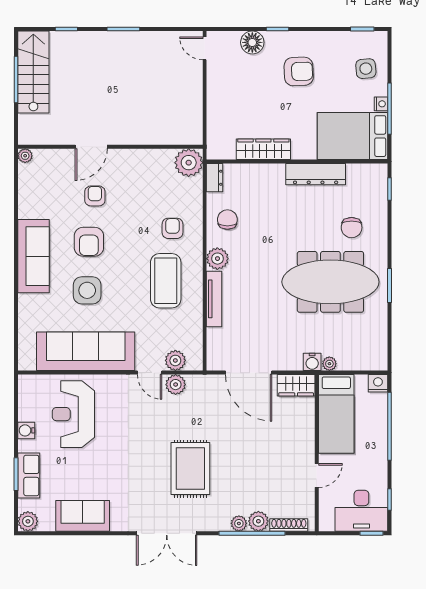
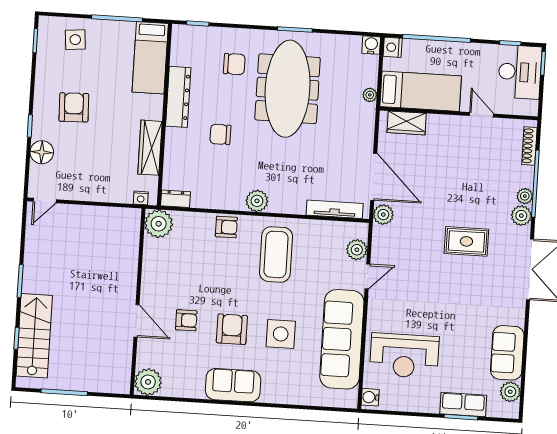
stairs: (33, 72) -> (34, 336), moved, turned 90
nightstand: (381, 104) -> (141, 198), moved, turned 180
bed: (352, 136) -> (150, 58), width x0.67
plant: (25, 156) -> (148, 382), width x1.88, depth x1.88
armchair: (95, 196) -> (186, 320), turned 180
chair: (227, 220) -> (220, 134), moved
armchair: (172, 228) -> (226, 227), moved, turned 180
armchair: (89, 242) -> (232, 329), turned -90
sofa: (34, 256) -> (233, 385), width x0.73
coffee table: (166, 281) -> (276, 254), turned 90
tv unit: (214, 299) -> (335, 209), moved
water cooler: (312, 362) -> (371, 45), moved, turned -90
door: (249, 373) -> (374, 177), hinge flipped
plant: (176, 385) -> (383, 215), moved
wardrobe: (296, 385) -> (407, 123), moved, turned 90
water cooler: (26, 430) -> (370, 397), moved, turned 90
rug: (190, 469) -> (466, 241), width x0.73, depth x0.70
plant: (28, 521) -> (510, 392), moved
plant: (258, 521) -> (521, 216), moved

